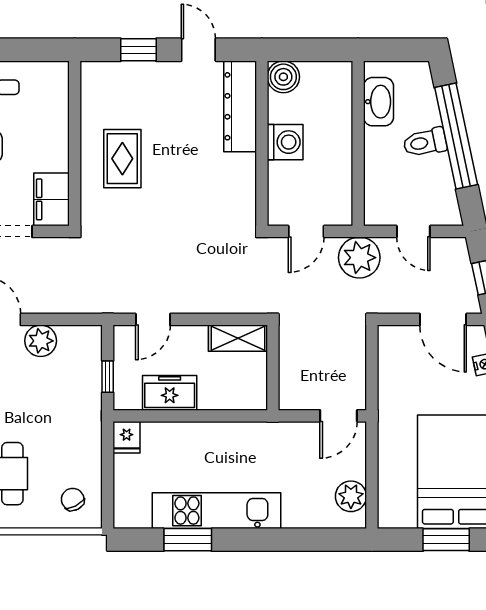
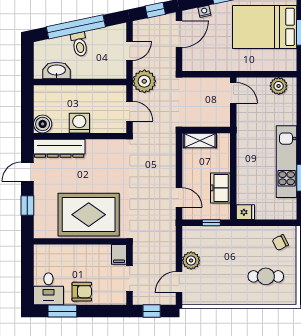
rug: (122, 159) -> (89, 215), width x1.86, depth x2.06
filing cabinet: (51, 199) -> (119, 254), width x0.50
shelving: (238, 338) -> (200, 140), moved, turned 90

